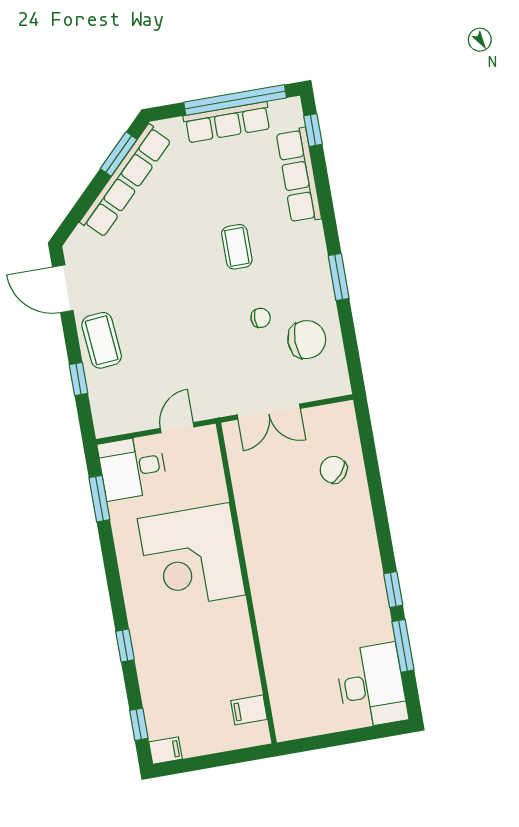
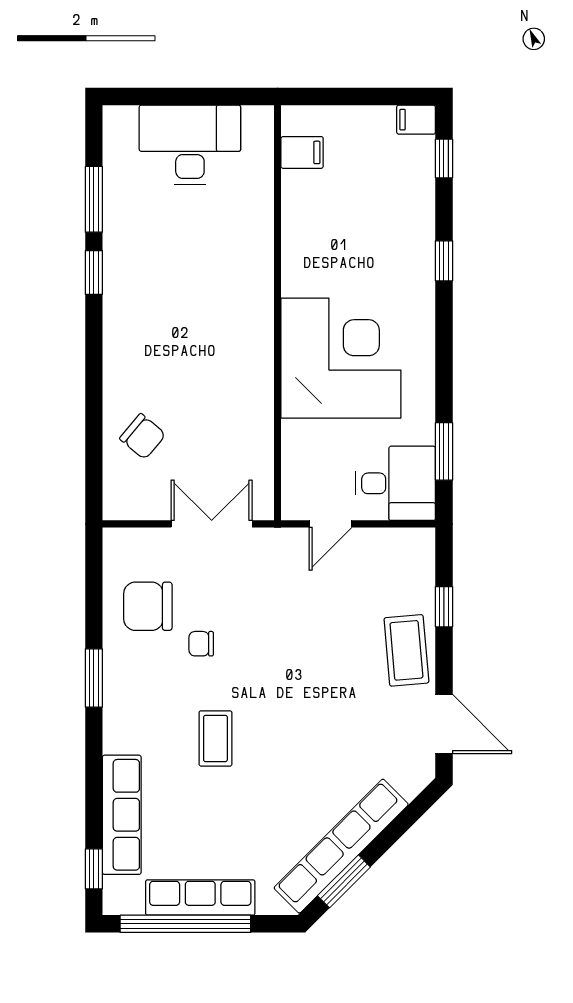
desk: (372, 686) -> (190, 145), moved, turned 90

